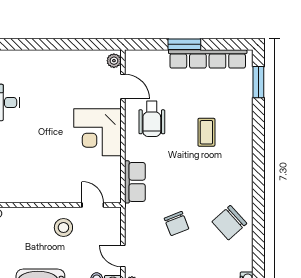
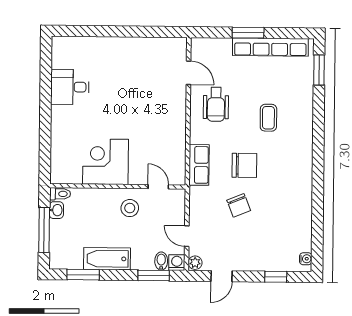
plant: (114, 61) -> (180, 48), removed
corner desk: (98, 132) -> (106, 162), moved, turned 90
chair: (229, 223) -> (244, 165), moved, turned -138

